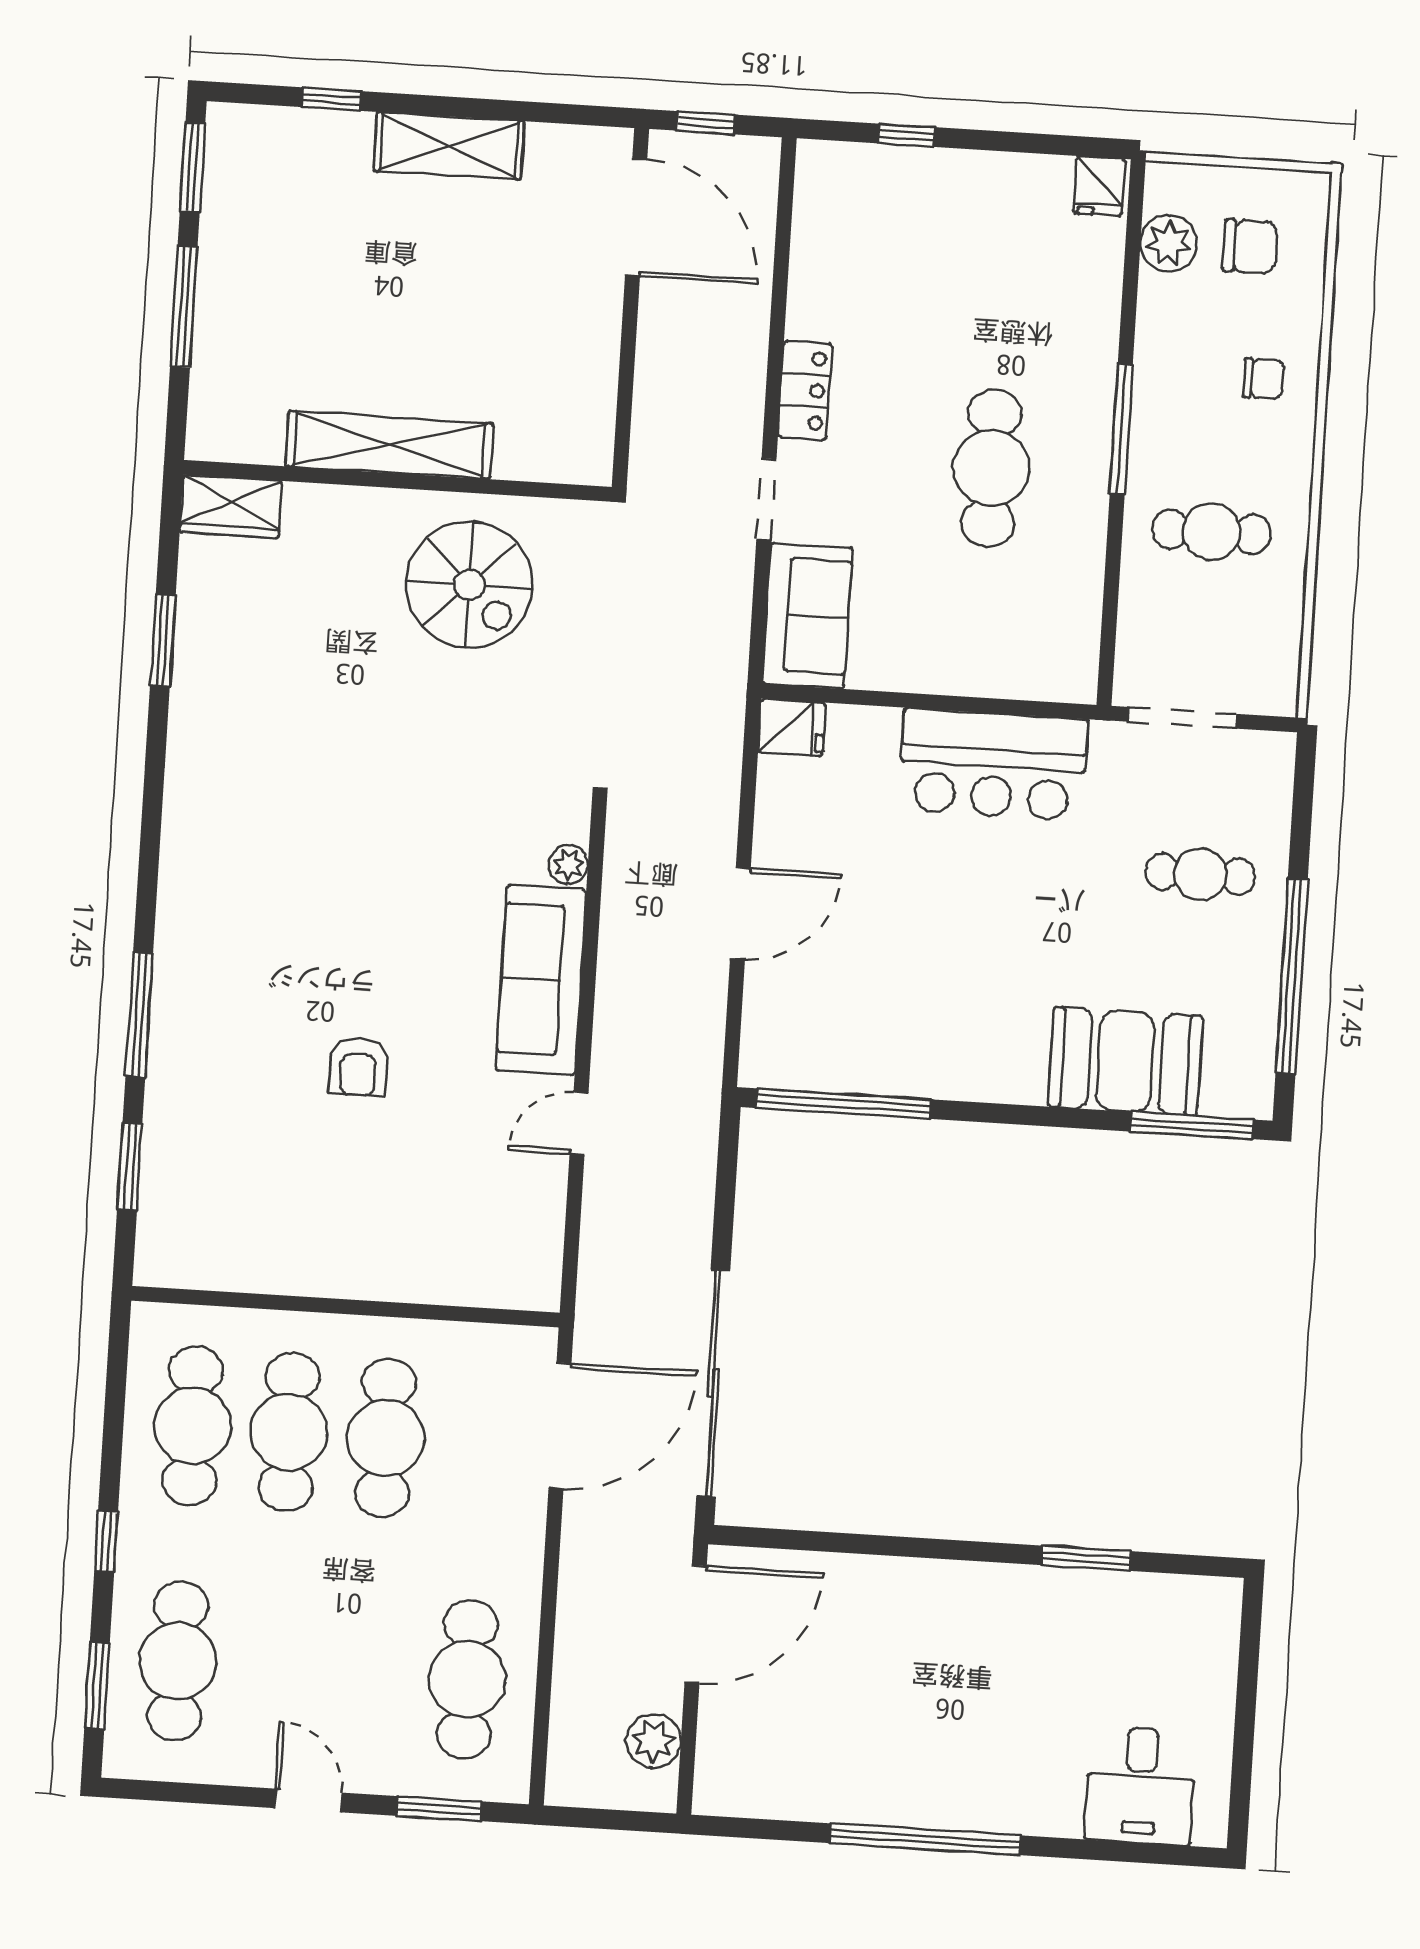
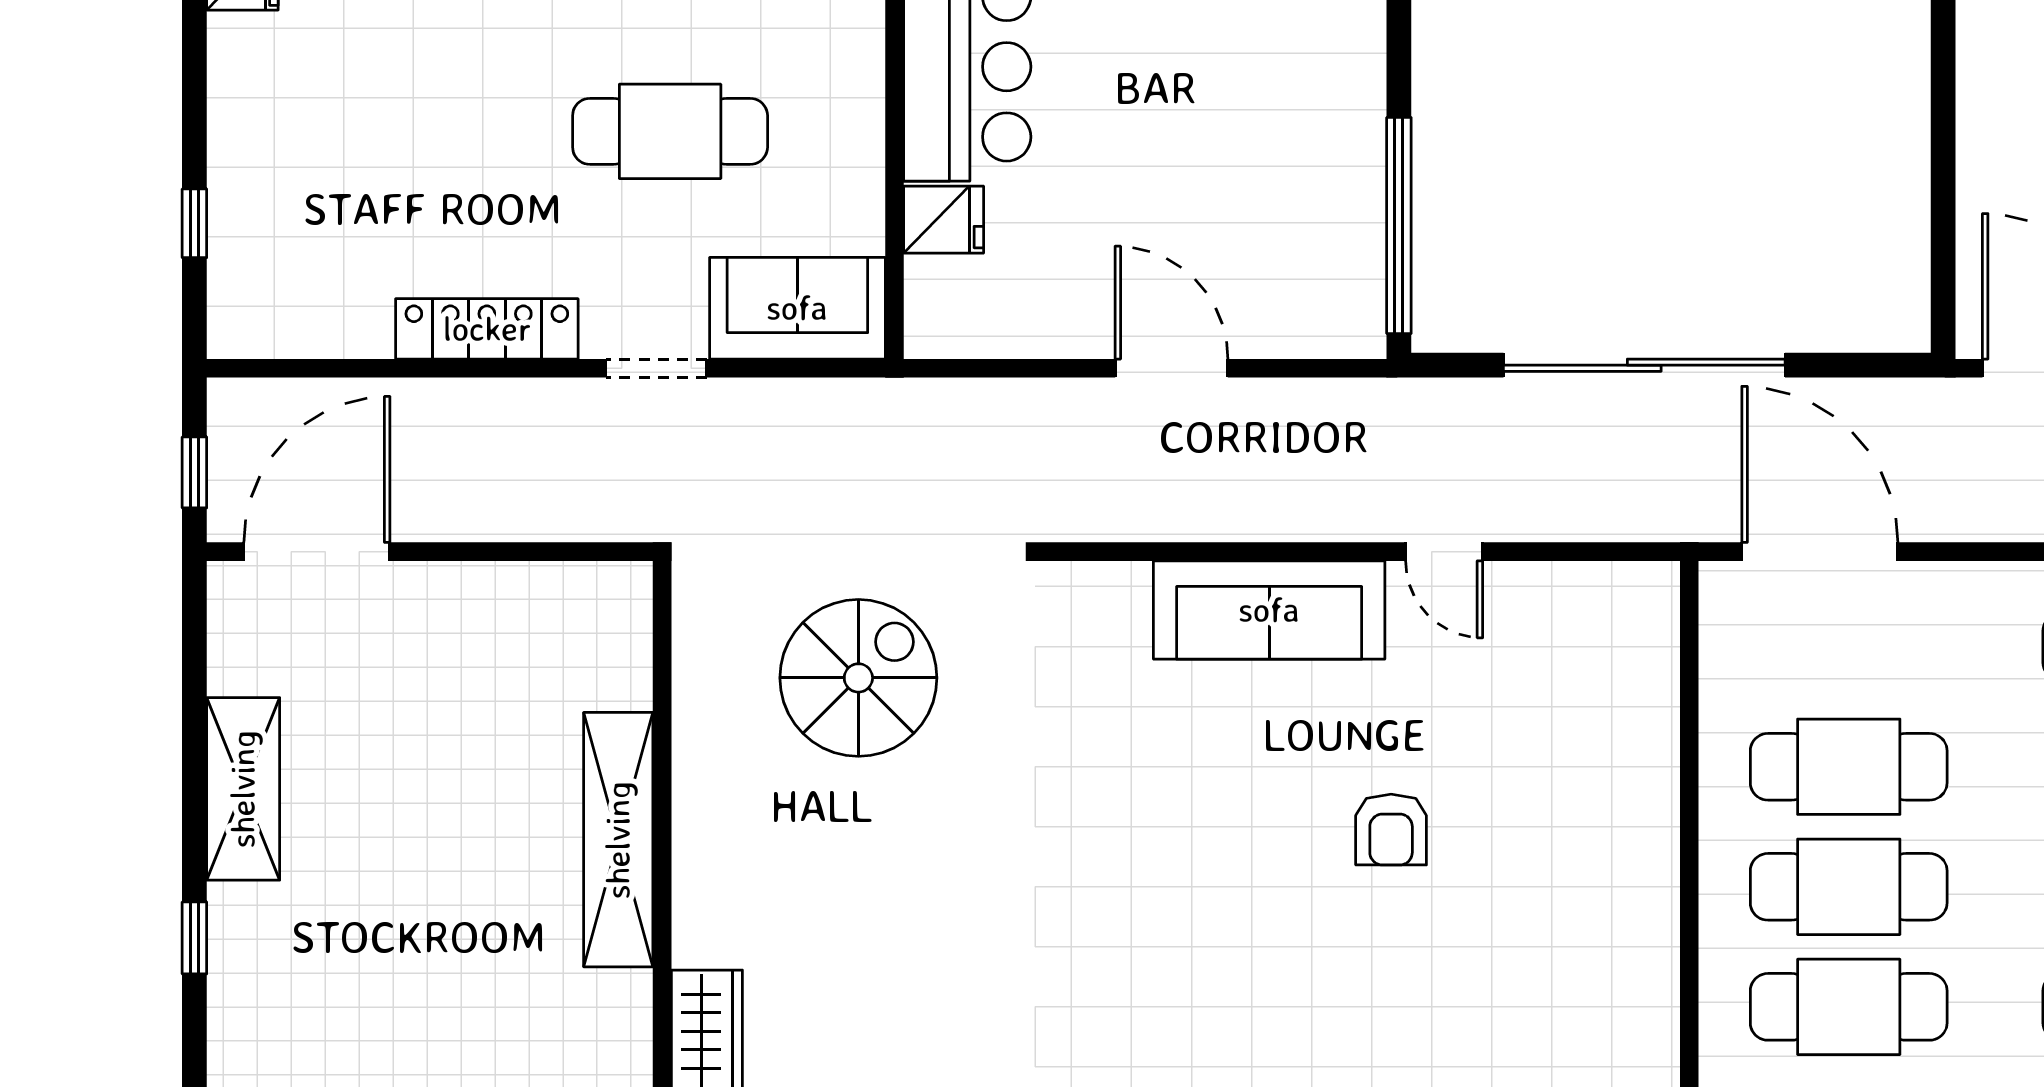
locker: (805, 390) -> (487, 329), width x1.53
cafe table: (991, 468) -> (670, 131), moved
spiral stairs: (469, 585) -> (858, 678), moved
fridge: (792, 728) -> (944, 220), moved, turned 90
plant: (568, 864) -> (1124, 585), removed
armchair: (358, 1067) -> (1391, 830), turned 90
sliding door: (713, 1383) -> (1644, 365), moved

